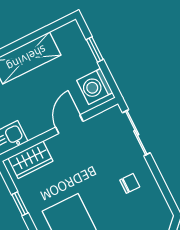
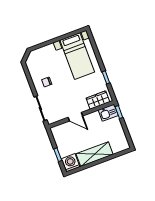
washing machine: (95, 86) -> (71, 163), moved, turned -90
door: (69, 124) -> (75, 117), hinge flipped

